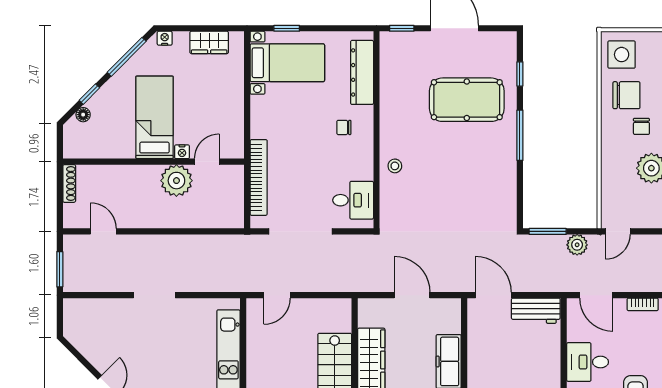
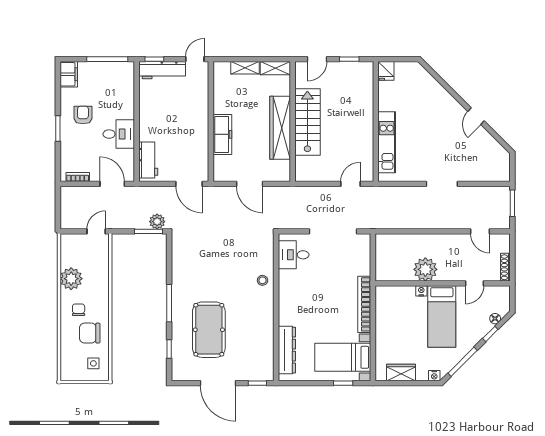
side table: (622, 55) -> (93, 363), width x0.54, depth x0.54
pool table: (467, 100) -> (209, 330), turned 90
chair: (344, 127) -> (301, 309), removed
door: (207, 162) -> (475, 283), moved
bookcase: (259, 177) -> (364, 304), moved
plant: (577, 245) -> (157, 222), moved
workbench: (536, 311) -> (148, 160), moved, turned 90

